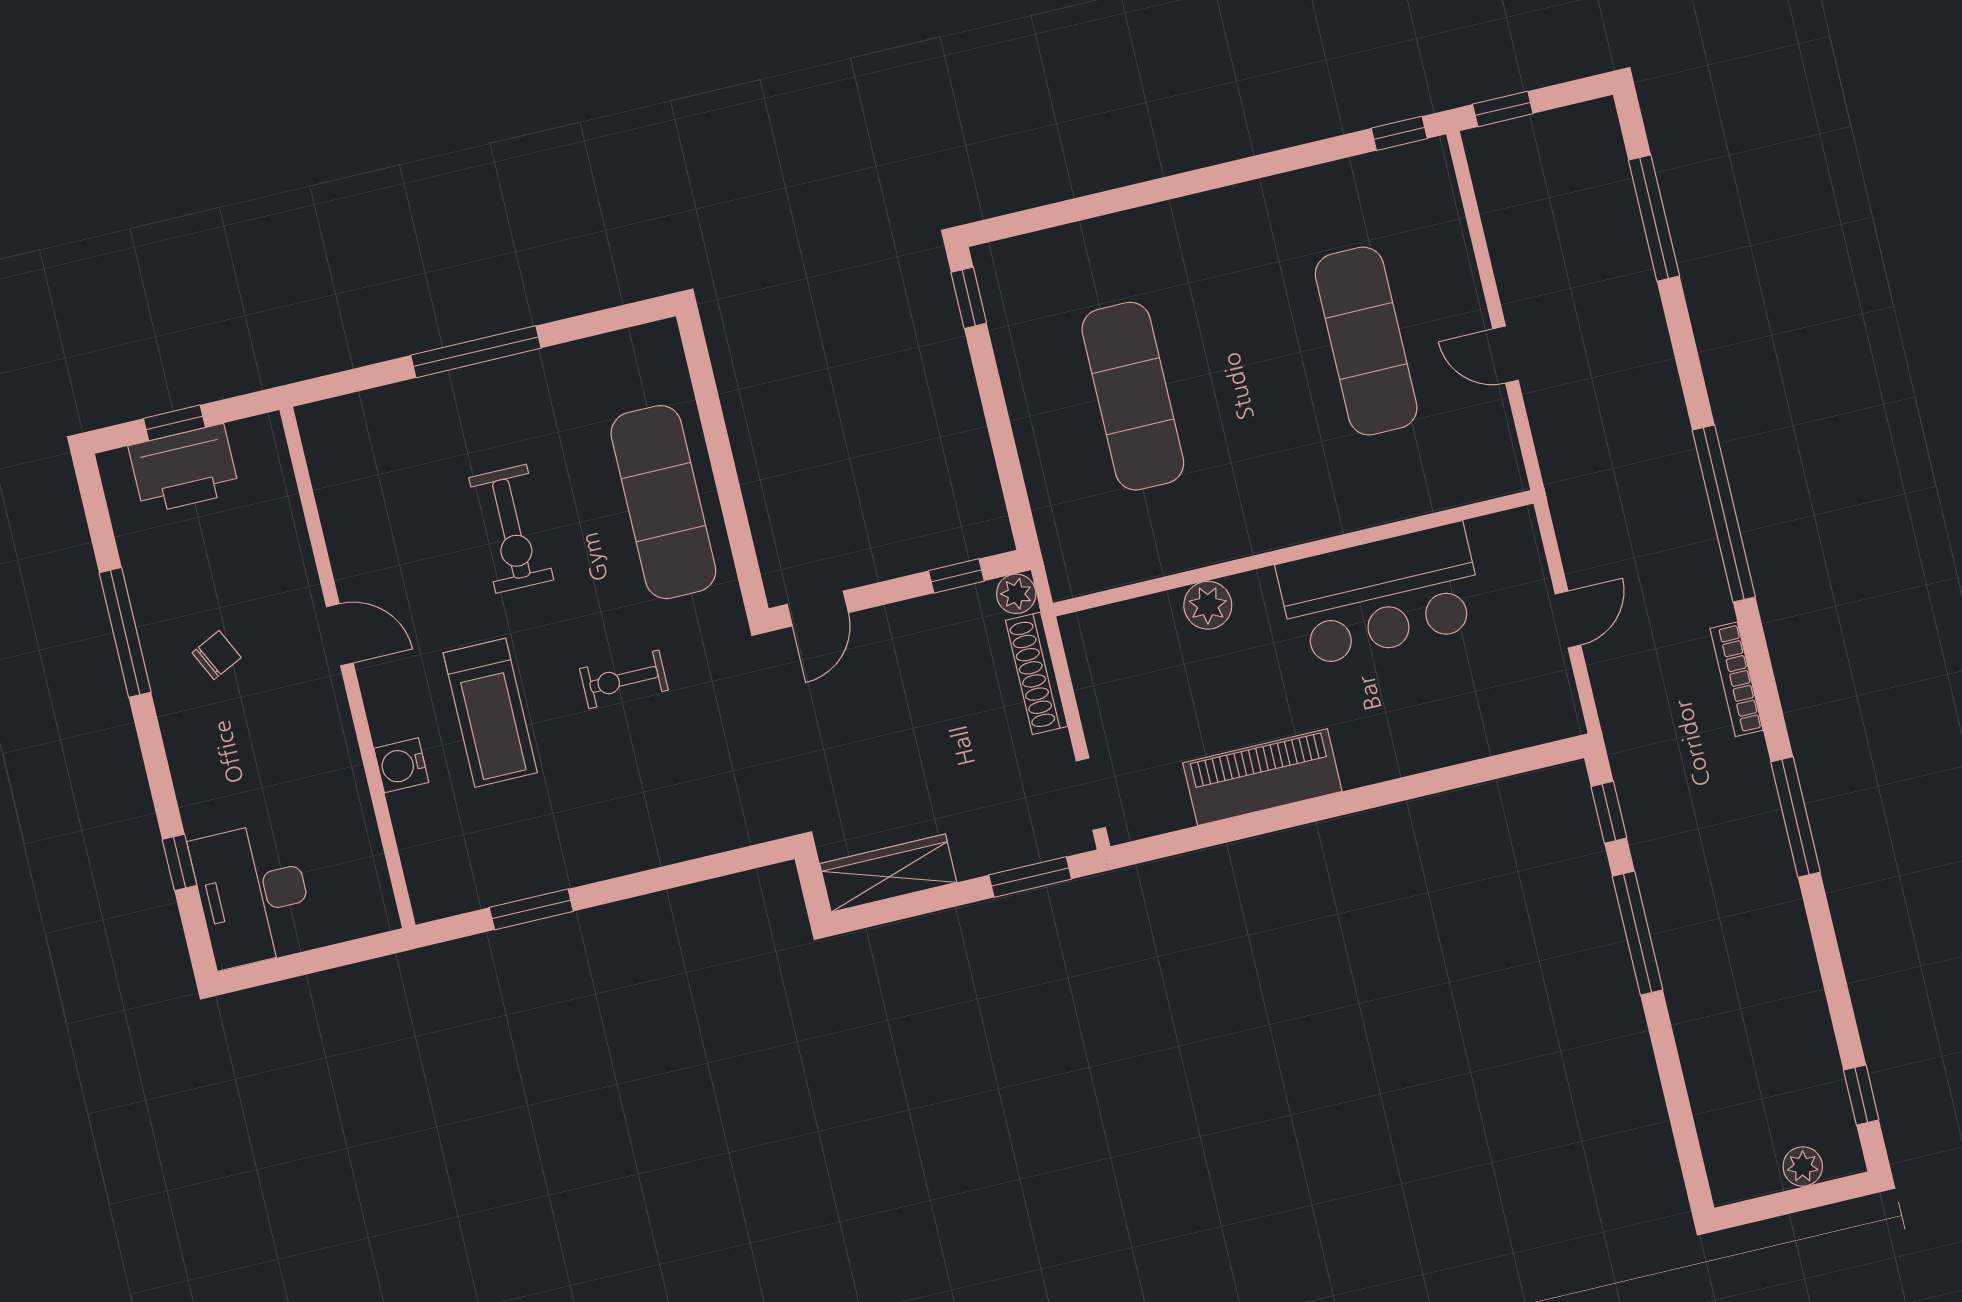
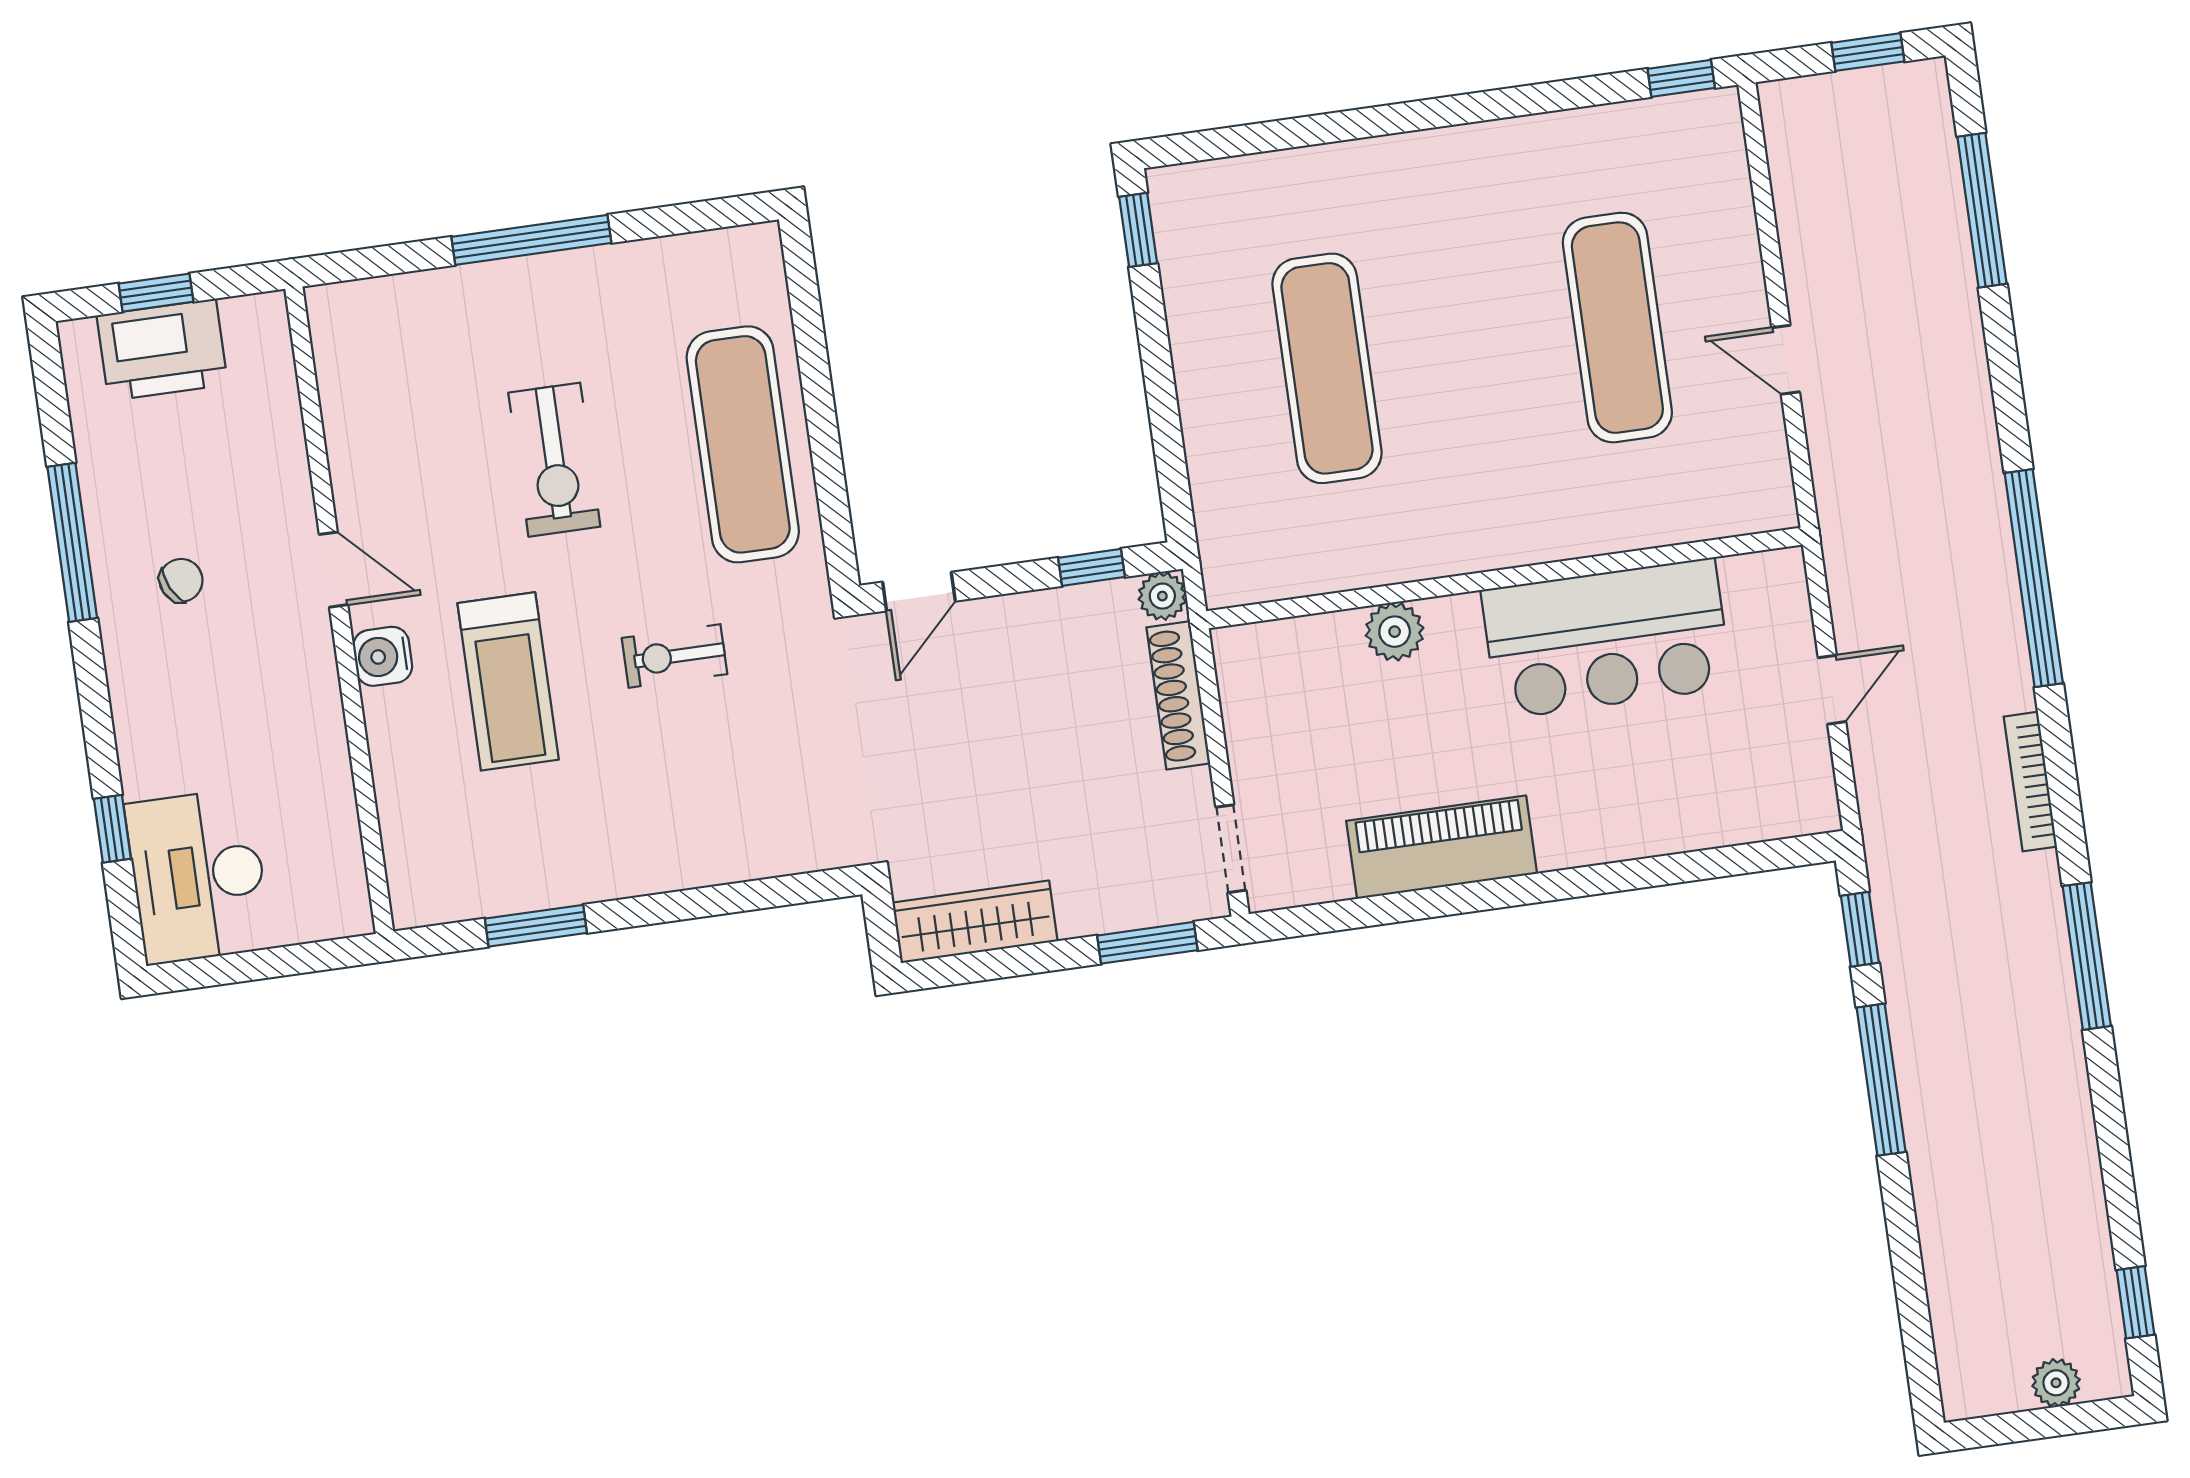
window: (1503, 109) -> (1868, 52), moved
water cooler: (401, 765) -> (383, 656), moved

